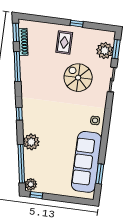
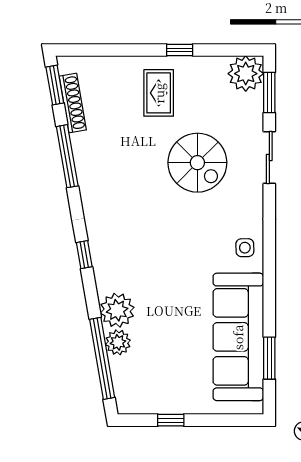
plant: (105, 51) -> (246, 74), moved
spiral stairs: (78, 78) -> (197, 163), turned 180
plant: (31, 184) -> (118, 342), moved
window: (36, 195) -> (171, 420), moved

